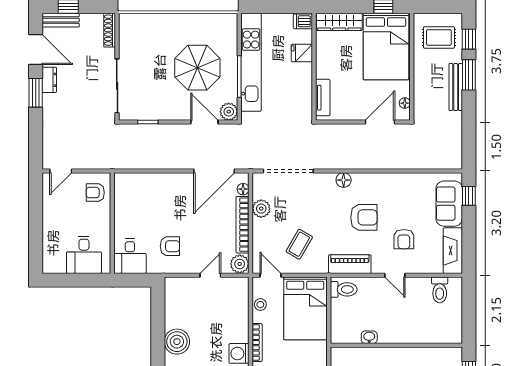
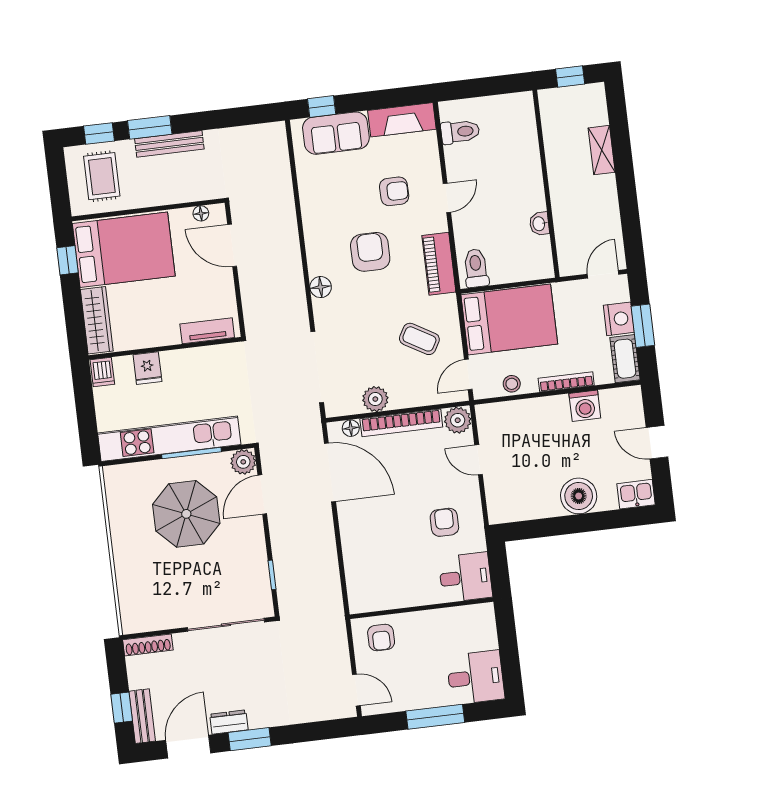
window: (36, 223) -> (435, 717), added
desk: (84, 255) -> (476, 677), moved

